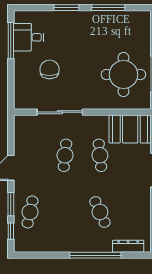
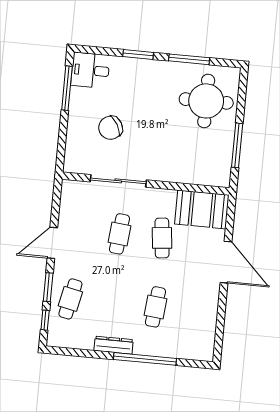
desk: (29, 37) -> (90, 70), moved
chair: (49, 69) -> (111, 128), turned -120
round table: (123, 75) -> (206, 101), moved
cafe table: (100, 212) -> (155, 307), turned 30
dresser: (128, 246) -> (114, 345), moved

